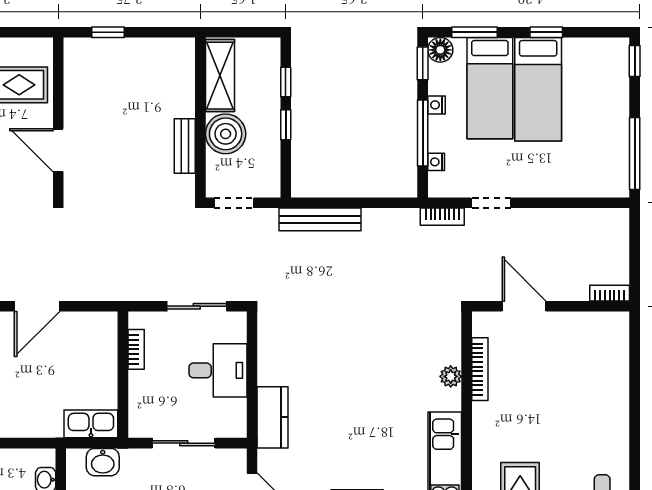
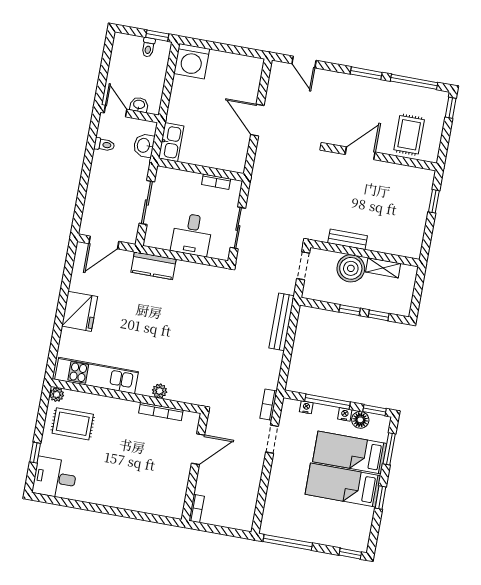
floor lamp: (440, 50) -> (360, 420), moved
shelving: (220, 76) -> (383, 268), width x0.67, depth x0.75

